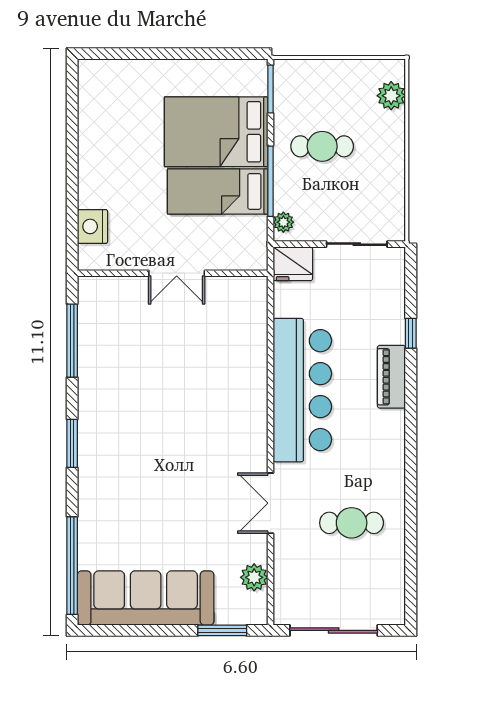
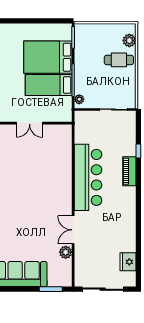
cafe table: (322, 146) -> (119, 60), moved
fridge: (293, 264) -> (128, 262), moved, turned 90
cafe table: (352, 523) -> (111, 239), removed
plant: (254, 577) -> (66, 252), moved

